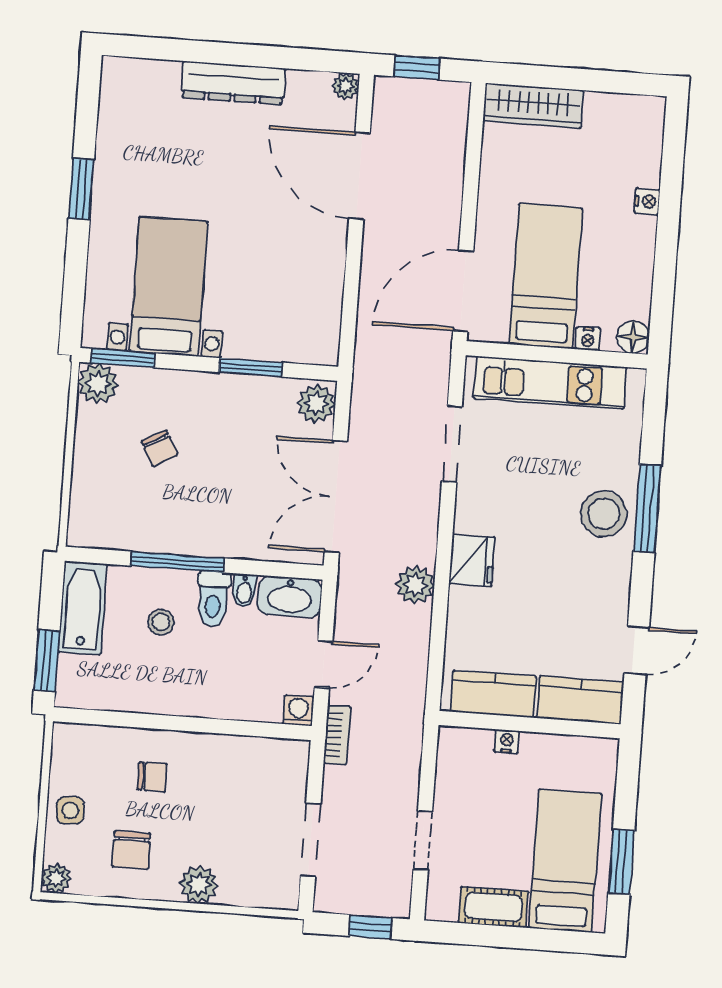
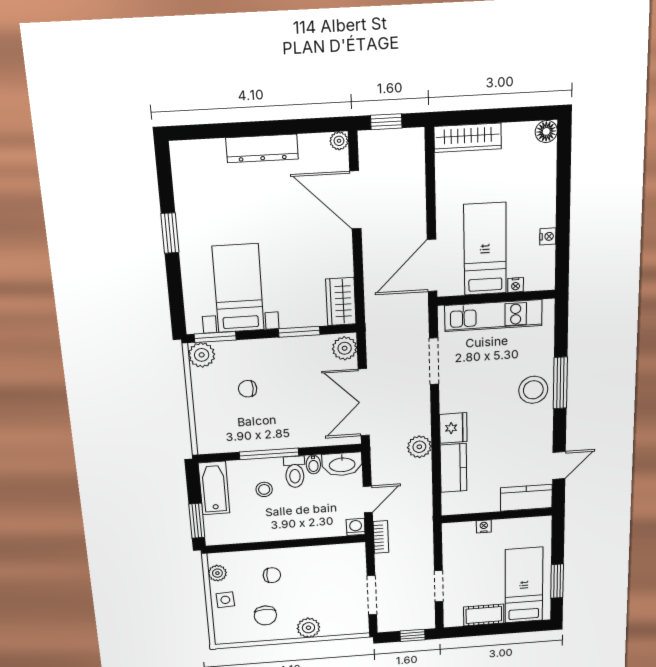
nightstand: (647, 202) -> (548, 236), moved
wardrobe: (320, 328) -> (341, 301), added
floor lamp: (633, 337) -> (546, 131), moved
chair: (159, 448) -> (248, 389), turned 118
kitchen counter: (493, 694) -> (453, 468), moved, turned 90
plant: (56, 878) -> (217, 573), moved

